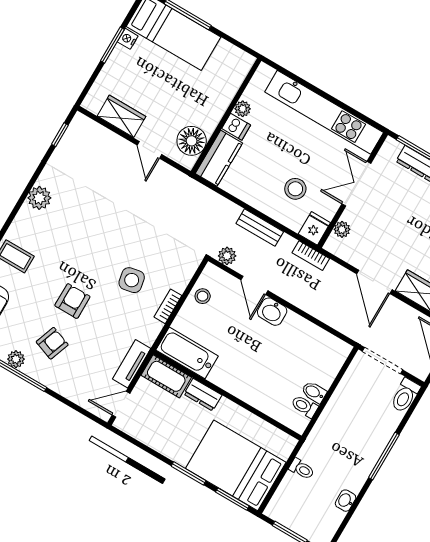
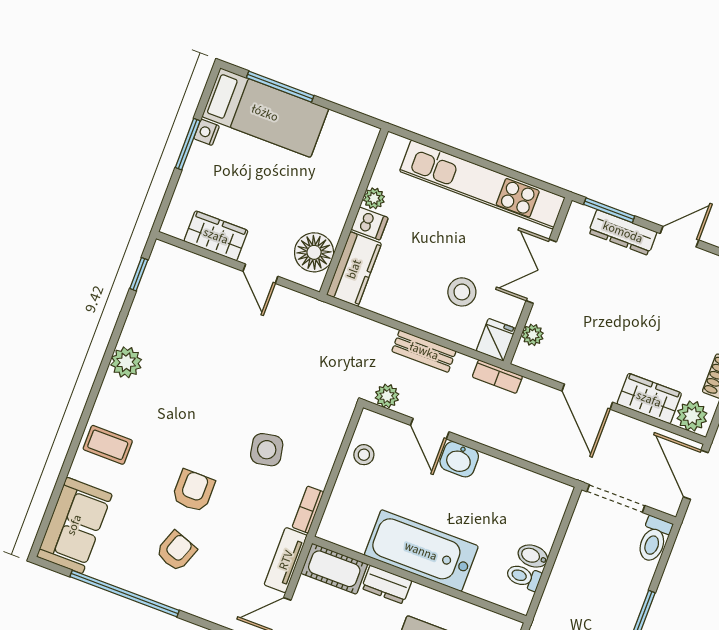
bookcase: (168, 306) -> (308, 510), moved
bathtub: (187, 353) -> (421, 551), moved, width x1.36, depth x1.36
plant: (16, 359) -> (132, 580), removed

